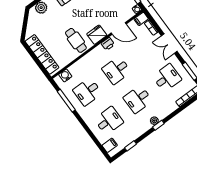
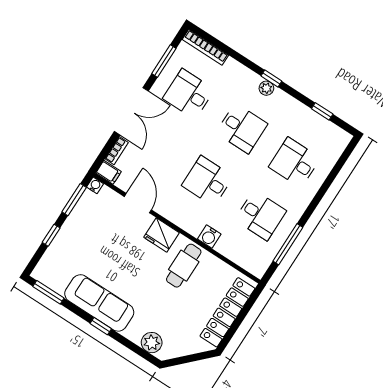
printer: (108, 44) -> (170, 211), removed
double door: (169, 44) -> (131, 111), width x1.37
desk: (116, 70) -> (208, 181), turned 180
water cooler: (65, 75) -> (209, 237), moved
filing cabinet: (110, 145) -> (334, 146), removed

